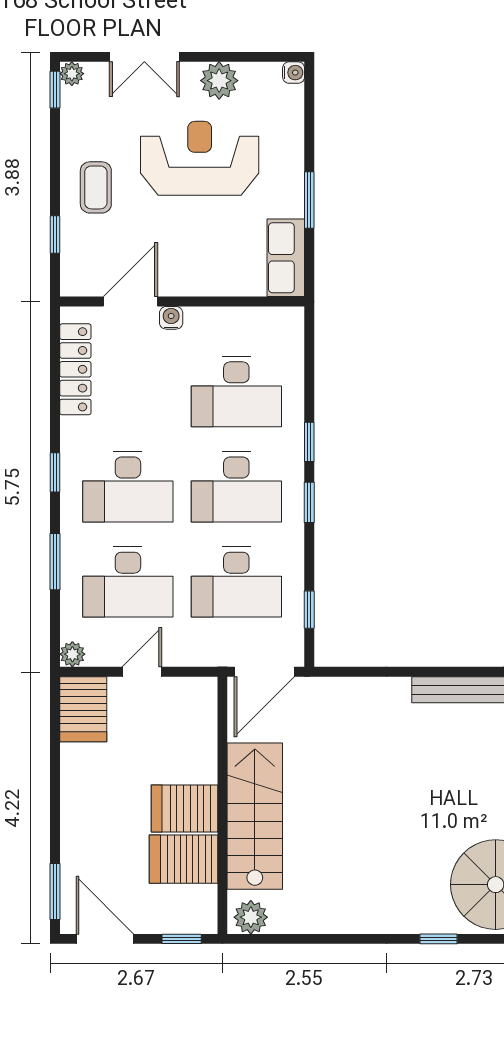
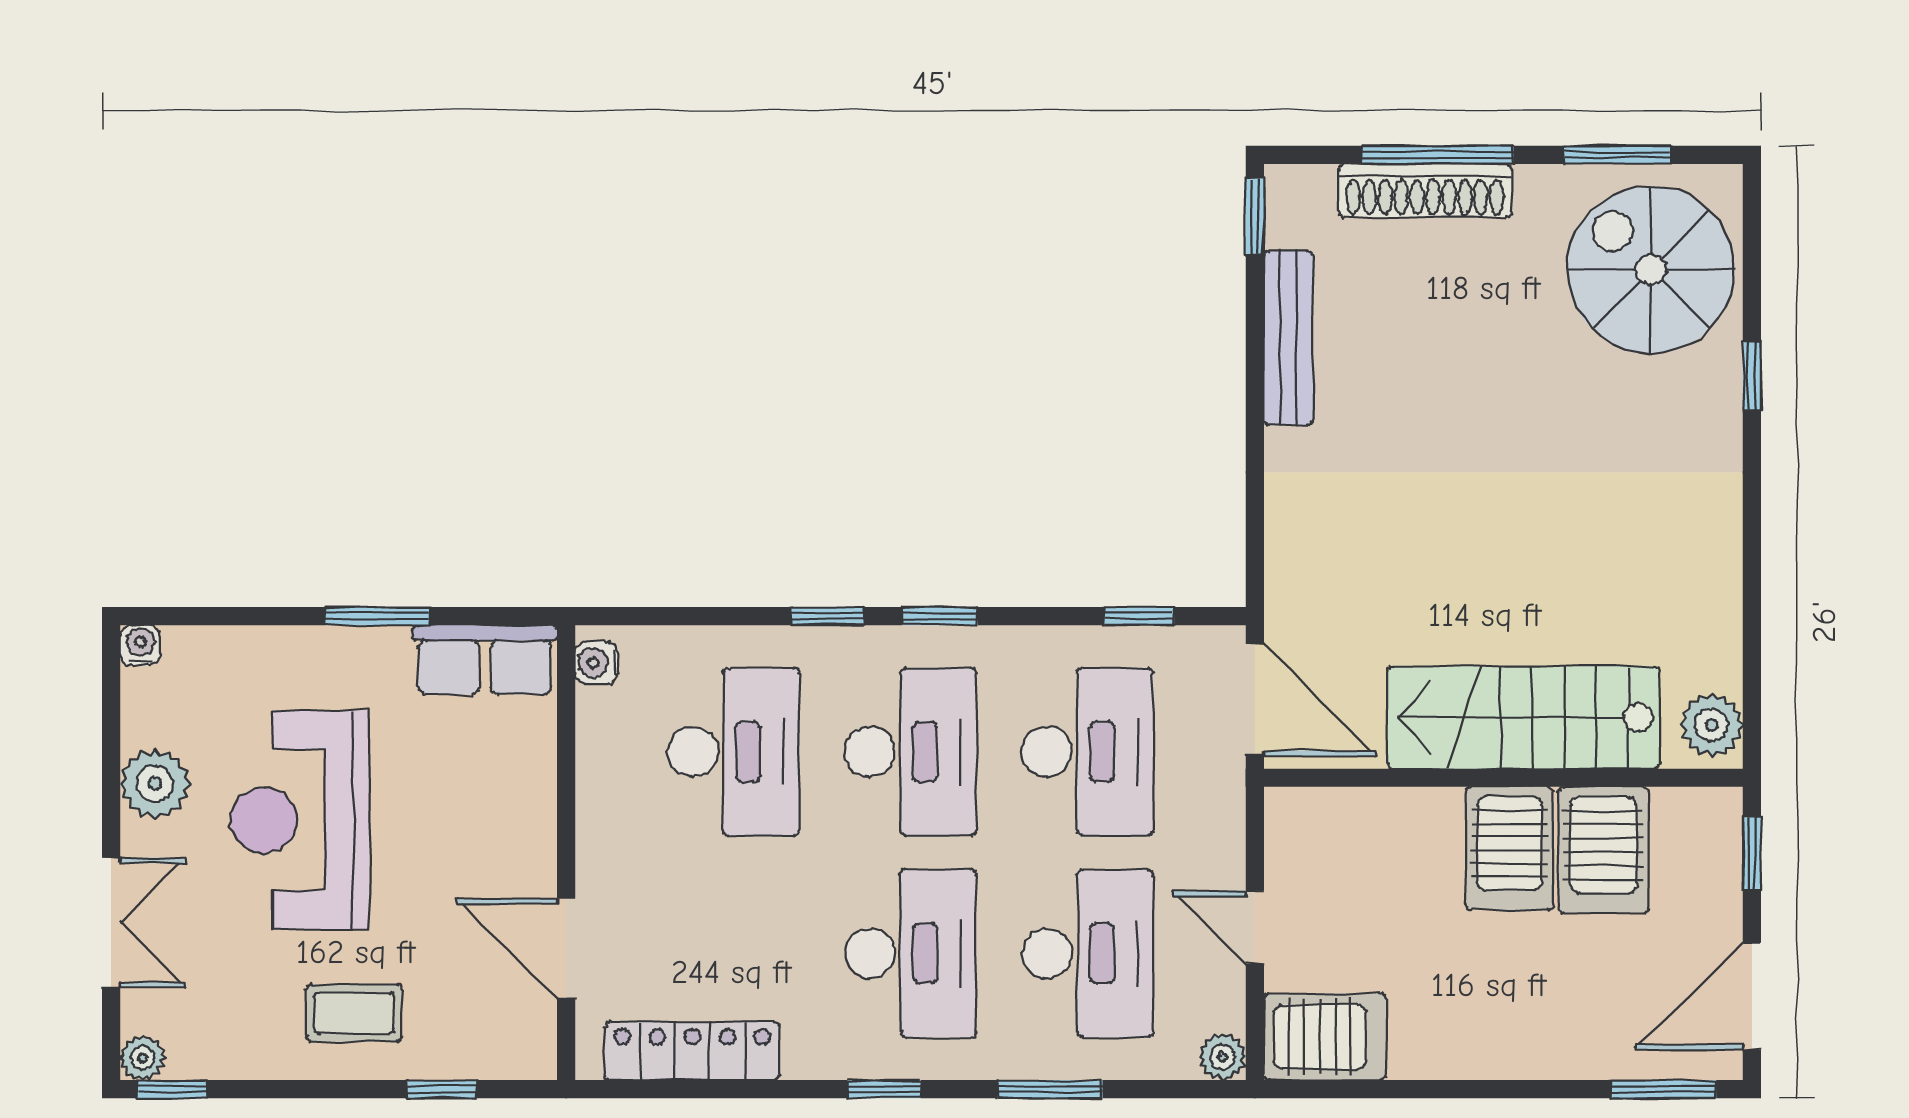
water cooler: (171, 318) -> (597, 663), moved

